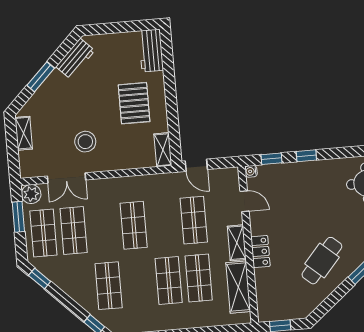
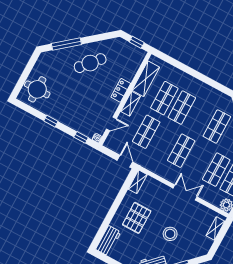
shelving: (24, 133) -> (215, 228), moved
stool: (85, 142) -> (170, 234), moved
window: (306, 156) -> (51, 121), moved
double door: (66, 178) -> (185, 192), moved
door: (244, 201) -> (111, 124), swing flipped

